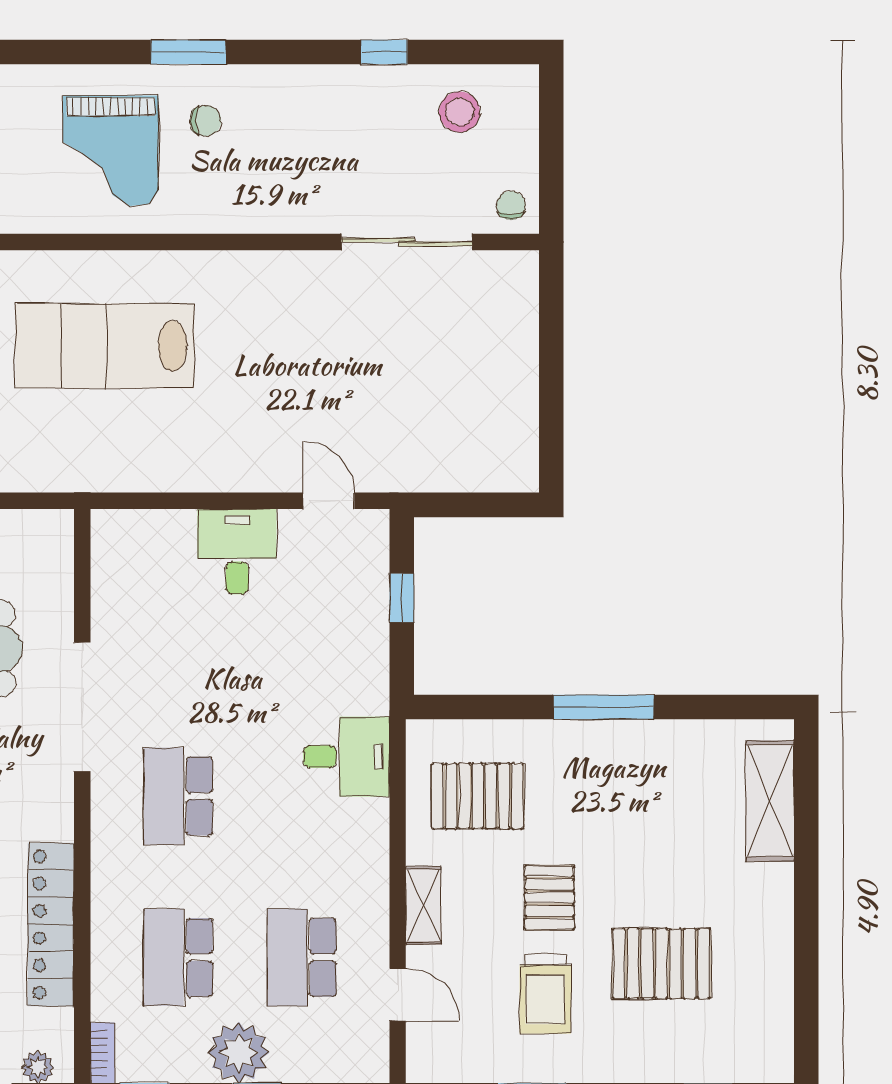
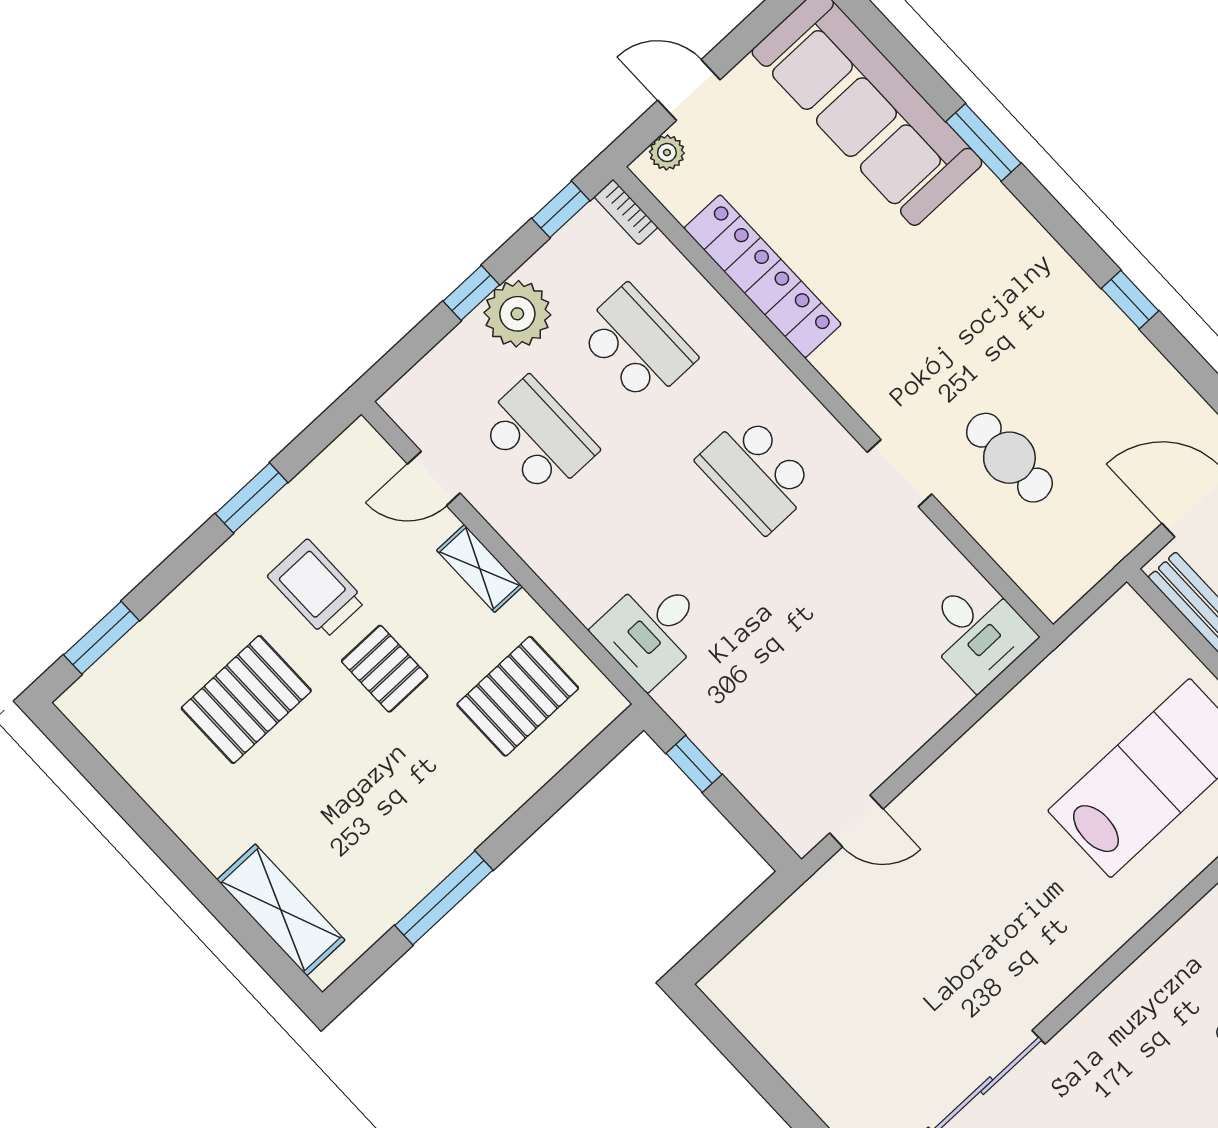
desk: (237, 552) -> (977, 633), moved
window: (402, 598) -> (694, 764), moved
doorway: (82, 707) -> (900, 473), width x0.53
window: (603, 707) -> (444, 898), moved
school desk: (178, 796) -> (757, 473), turned 180

